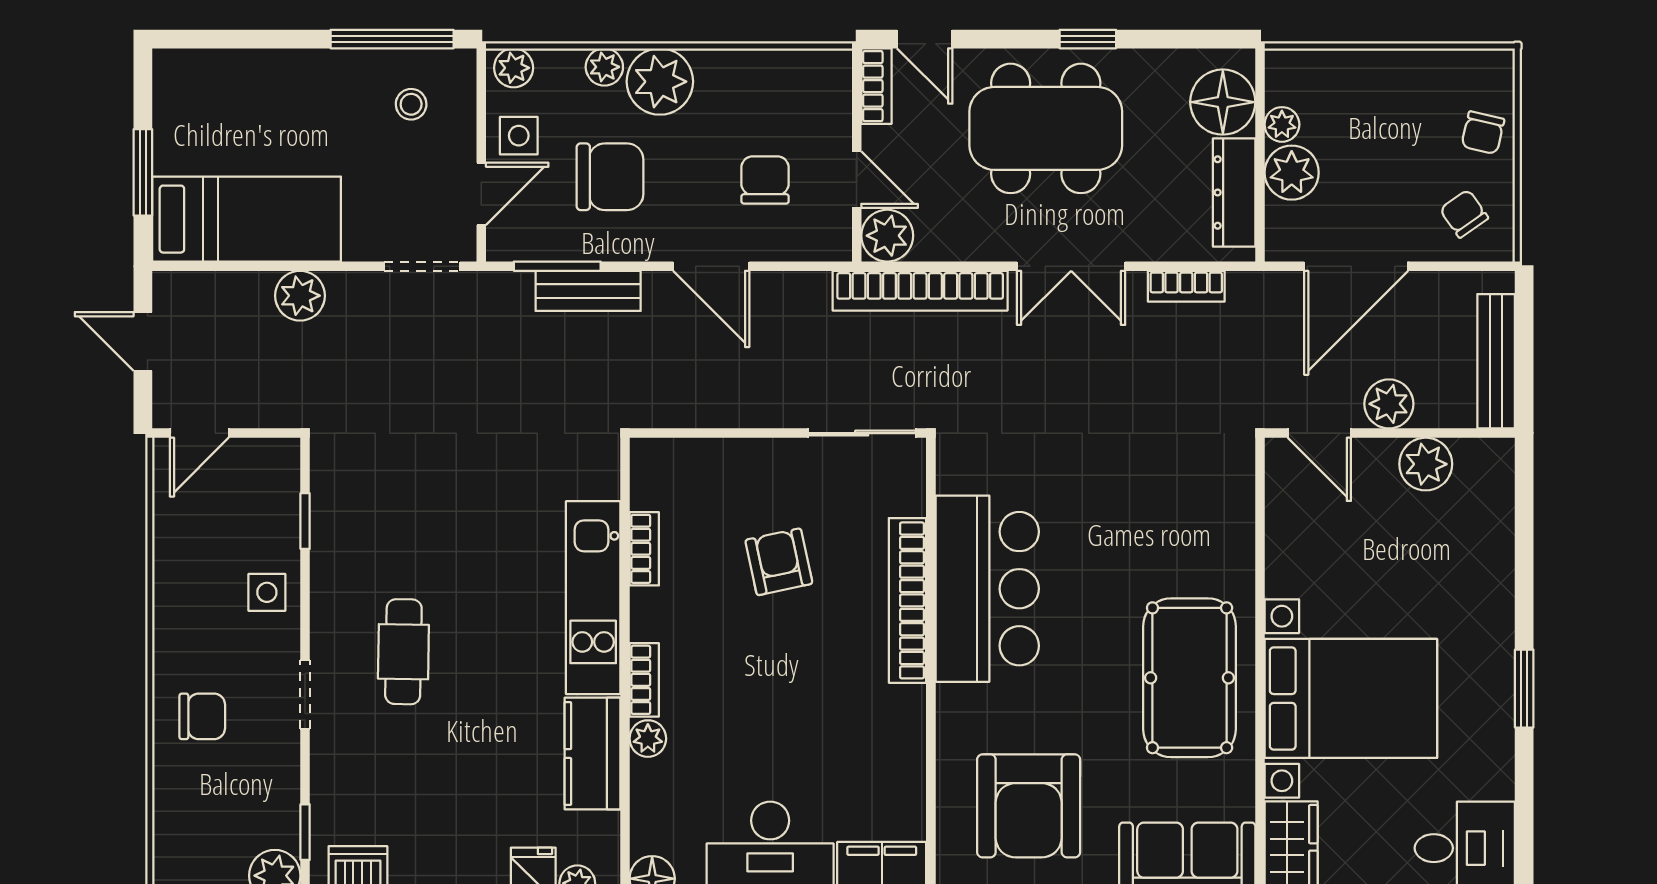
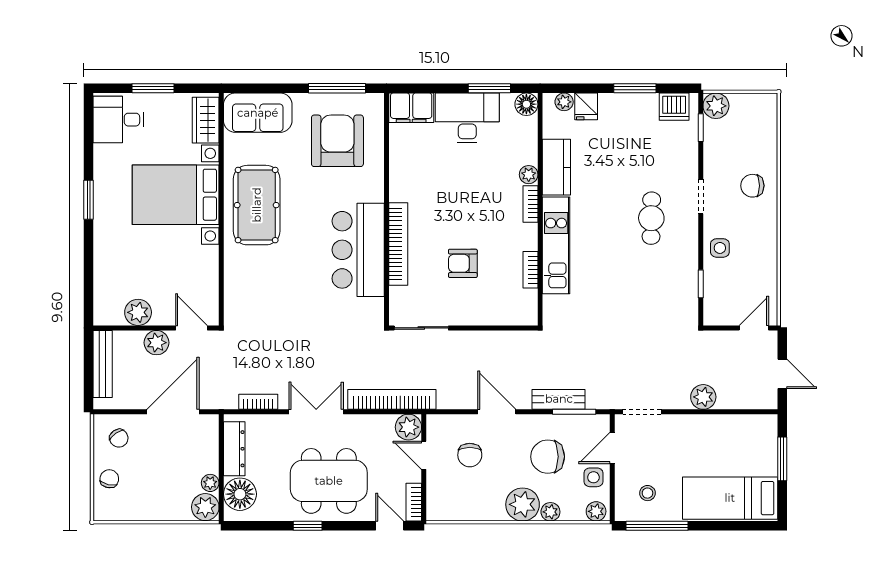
plant: (1292, 173) -> (205, 507), moved
bed: (247, 219) -> (730, 498), moved
armchair: (779, 562) -> (463, 263), turned 102

